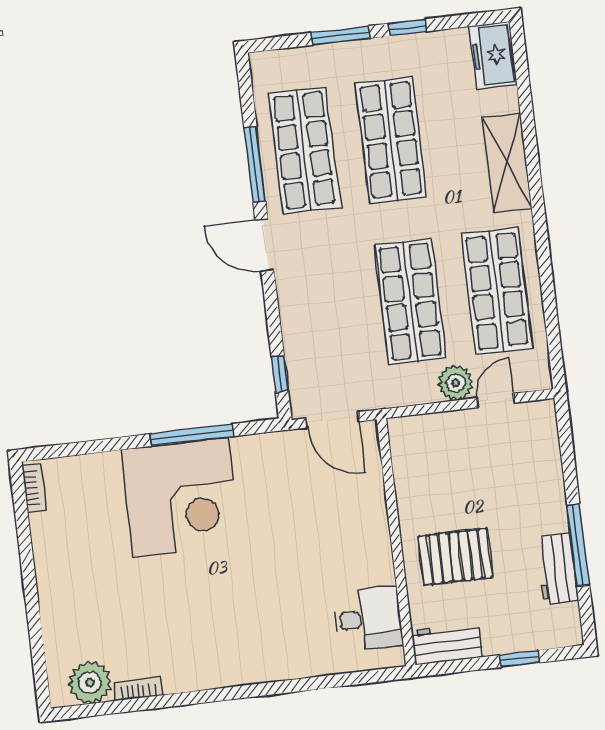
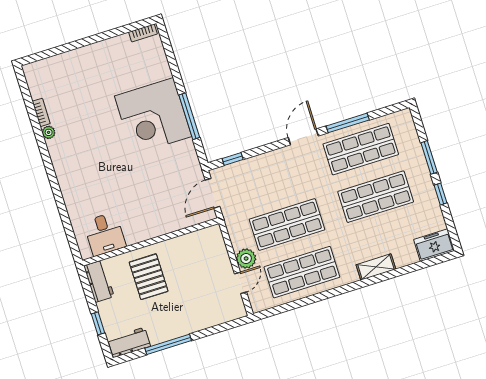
shelving: (507, 163) -> (376, 267), width x0.67, depth x0.75
door: (496, 400) -> (241, 283), hinge flipped
workbench: (557, 569) -> (129, 342), moved
plant: (90, 683) -> (49, 132), moved, width x0.53, depth x0.53

